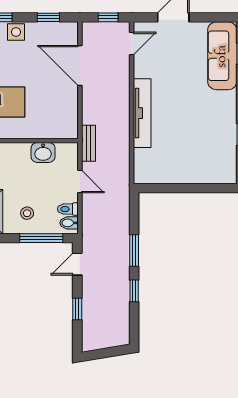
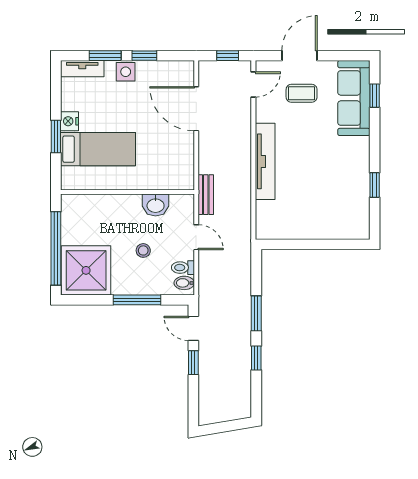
window: (48, 17) -> (144, 56), moved
coffee table: (175, 51) -> (302, 93), added
stool: (27, 213) -> (143, 250), moved
window: (41, 238) -> (137, 300), moved
door: (77, 264) -> (193, 328), hinge flipped
window: (77, 309) -> (193, 363), moved

